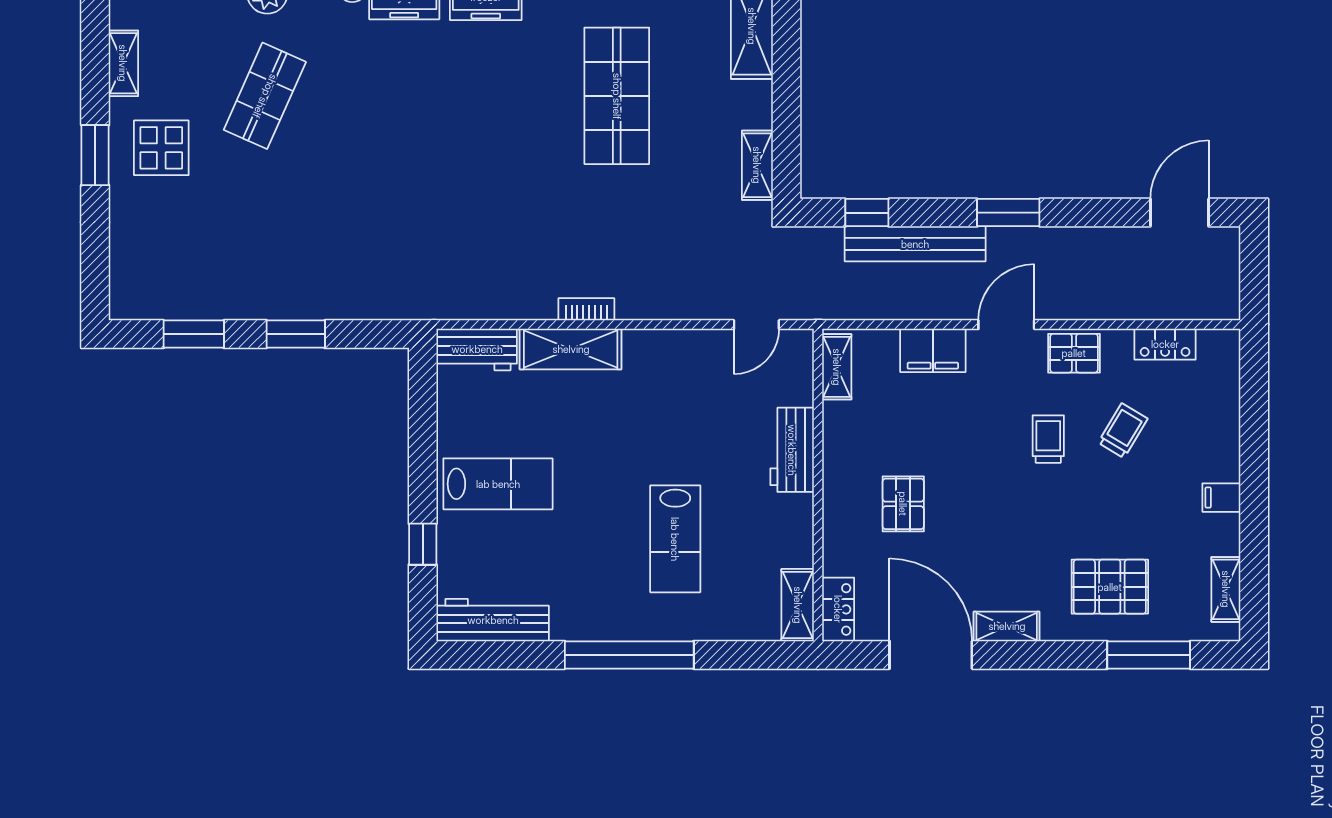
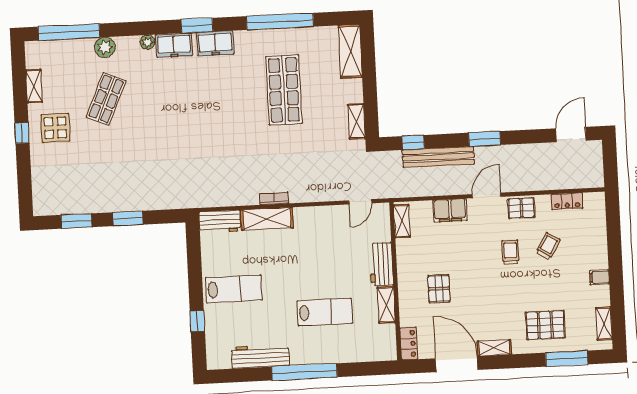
window: (95, 155) -> (22, 133), width x0.67
lab bench: (675, 539) -> (325, 312), turned -90
shelving: (798, 605) -> (386, 305), moved
workbench: (493, 620) -> (260, 356), moved

